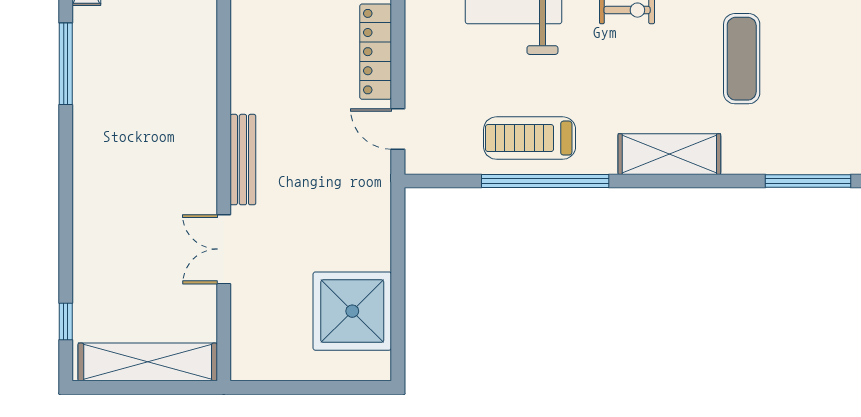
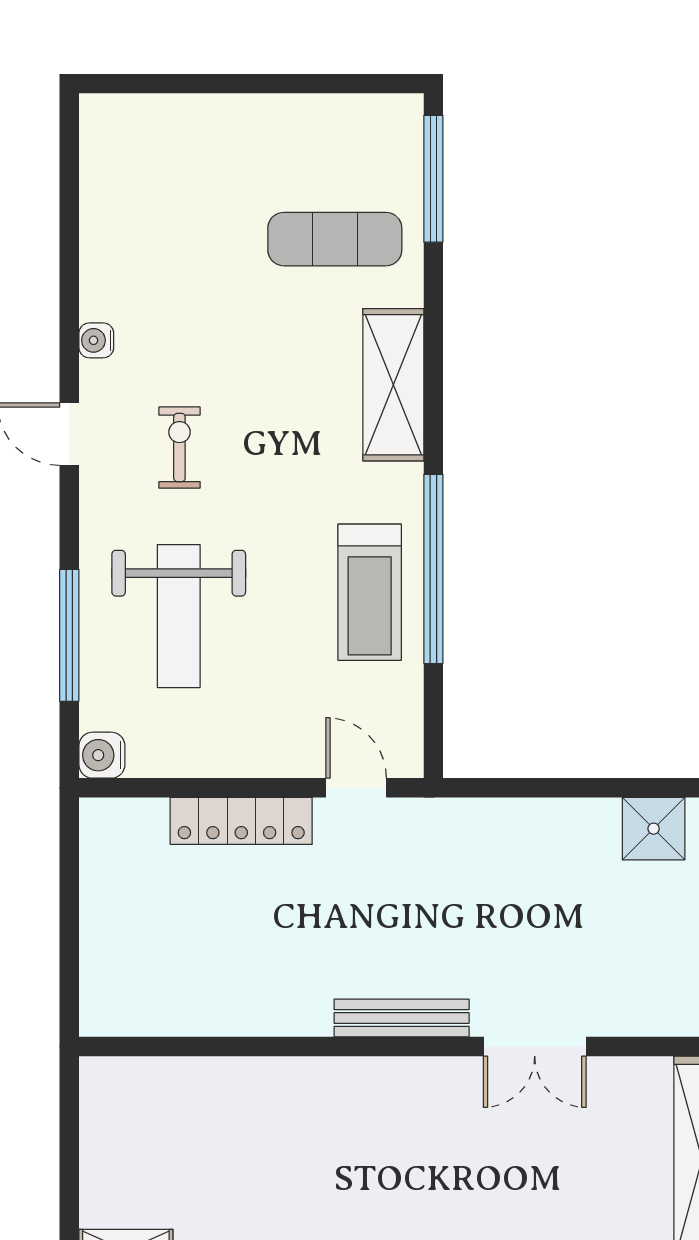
exercise mat: (742, 59) -> (335, 239), moved
door: (398, 129) -> (356, 788), swing flipped
shower: (352, 311) -> (654, 829), width x0.54, depth x0.54

